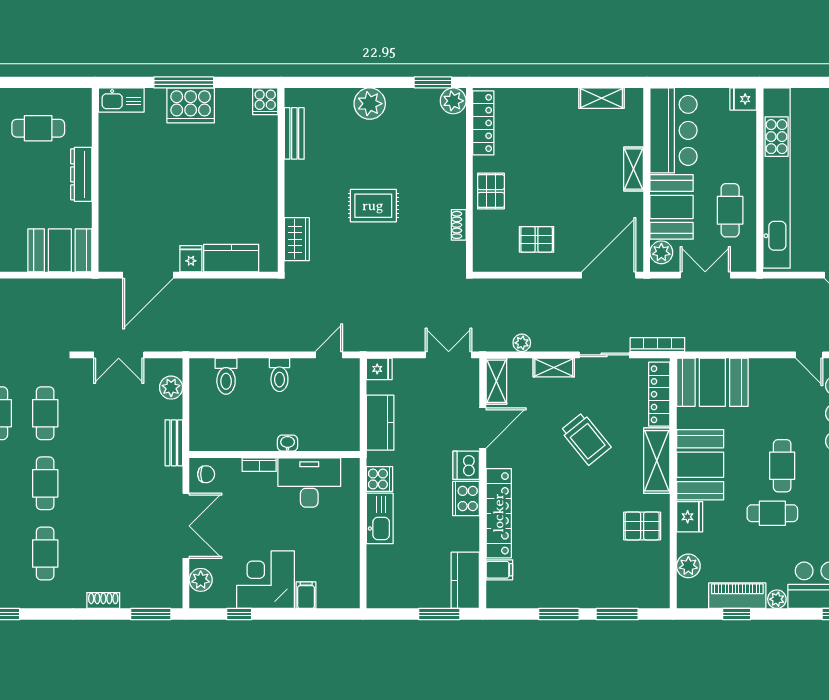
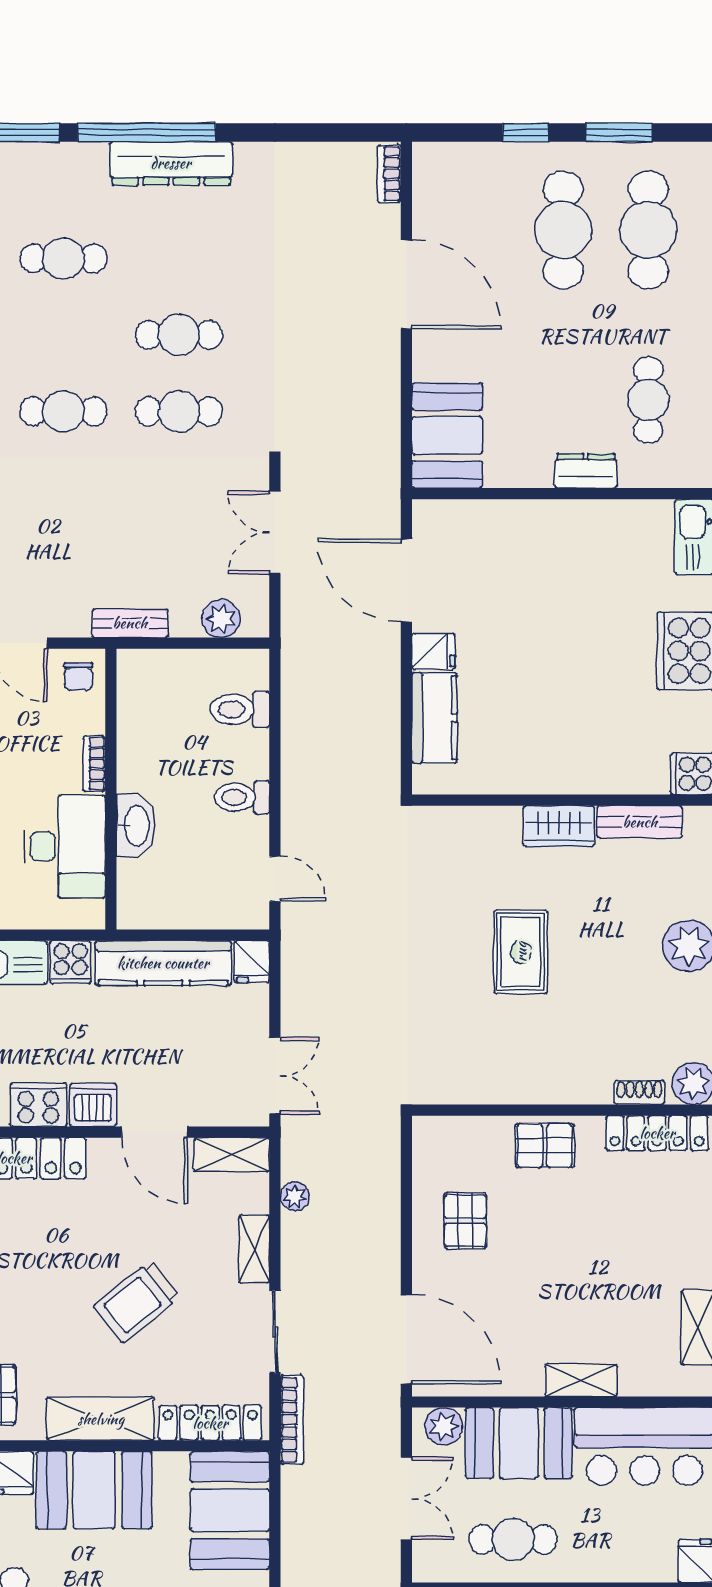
dresser: (81, 174) -> (586, 471), width x0.70
shoe rack: (459, 225) -> (639, 1093), moved
wardrobe: (297, 239) -> (559, 826), moved
kitchen counter: (380, 423) -> (163, 963), width x1.50
washbasin: (288, 443) -> (136, 826), width x1.91, depth x1.45

